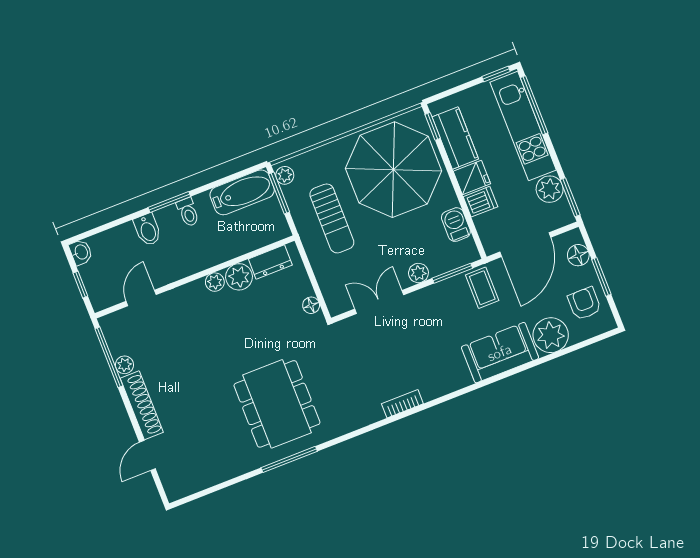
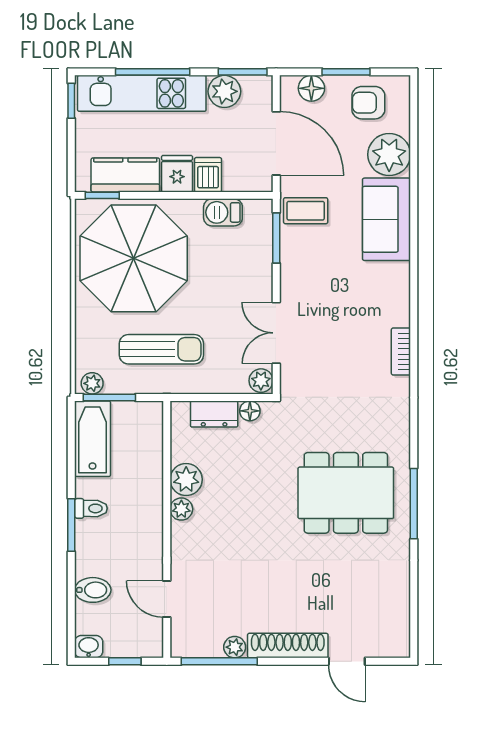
window: (534, 105) -> (153, 72), moved
bidet: (148, 230) -> (93, 590), moved
dresser: (270, 262) -> (214, 414), moved, turned 90
plant: (418, 273) -> (261, 381), moved

